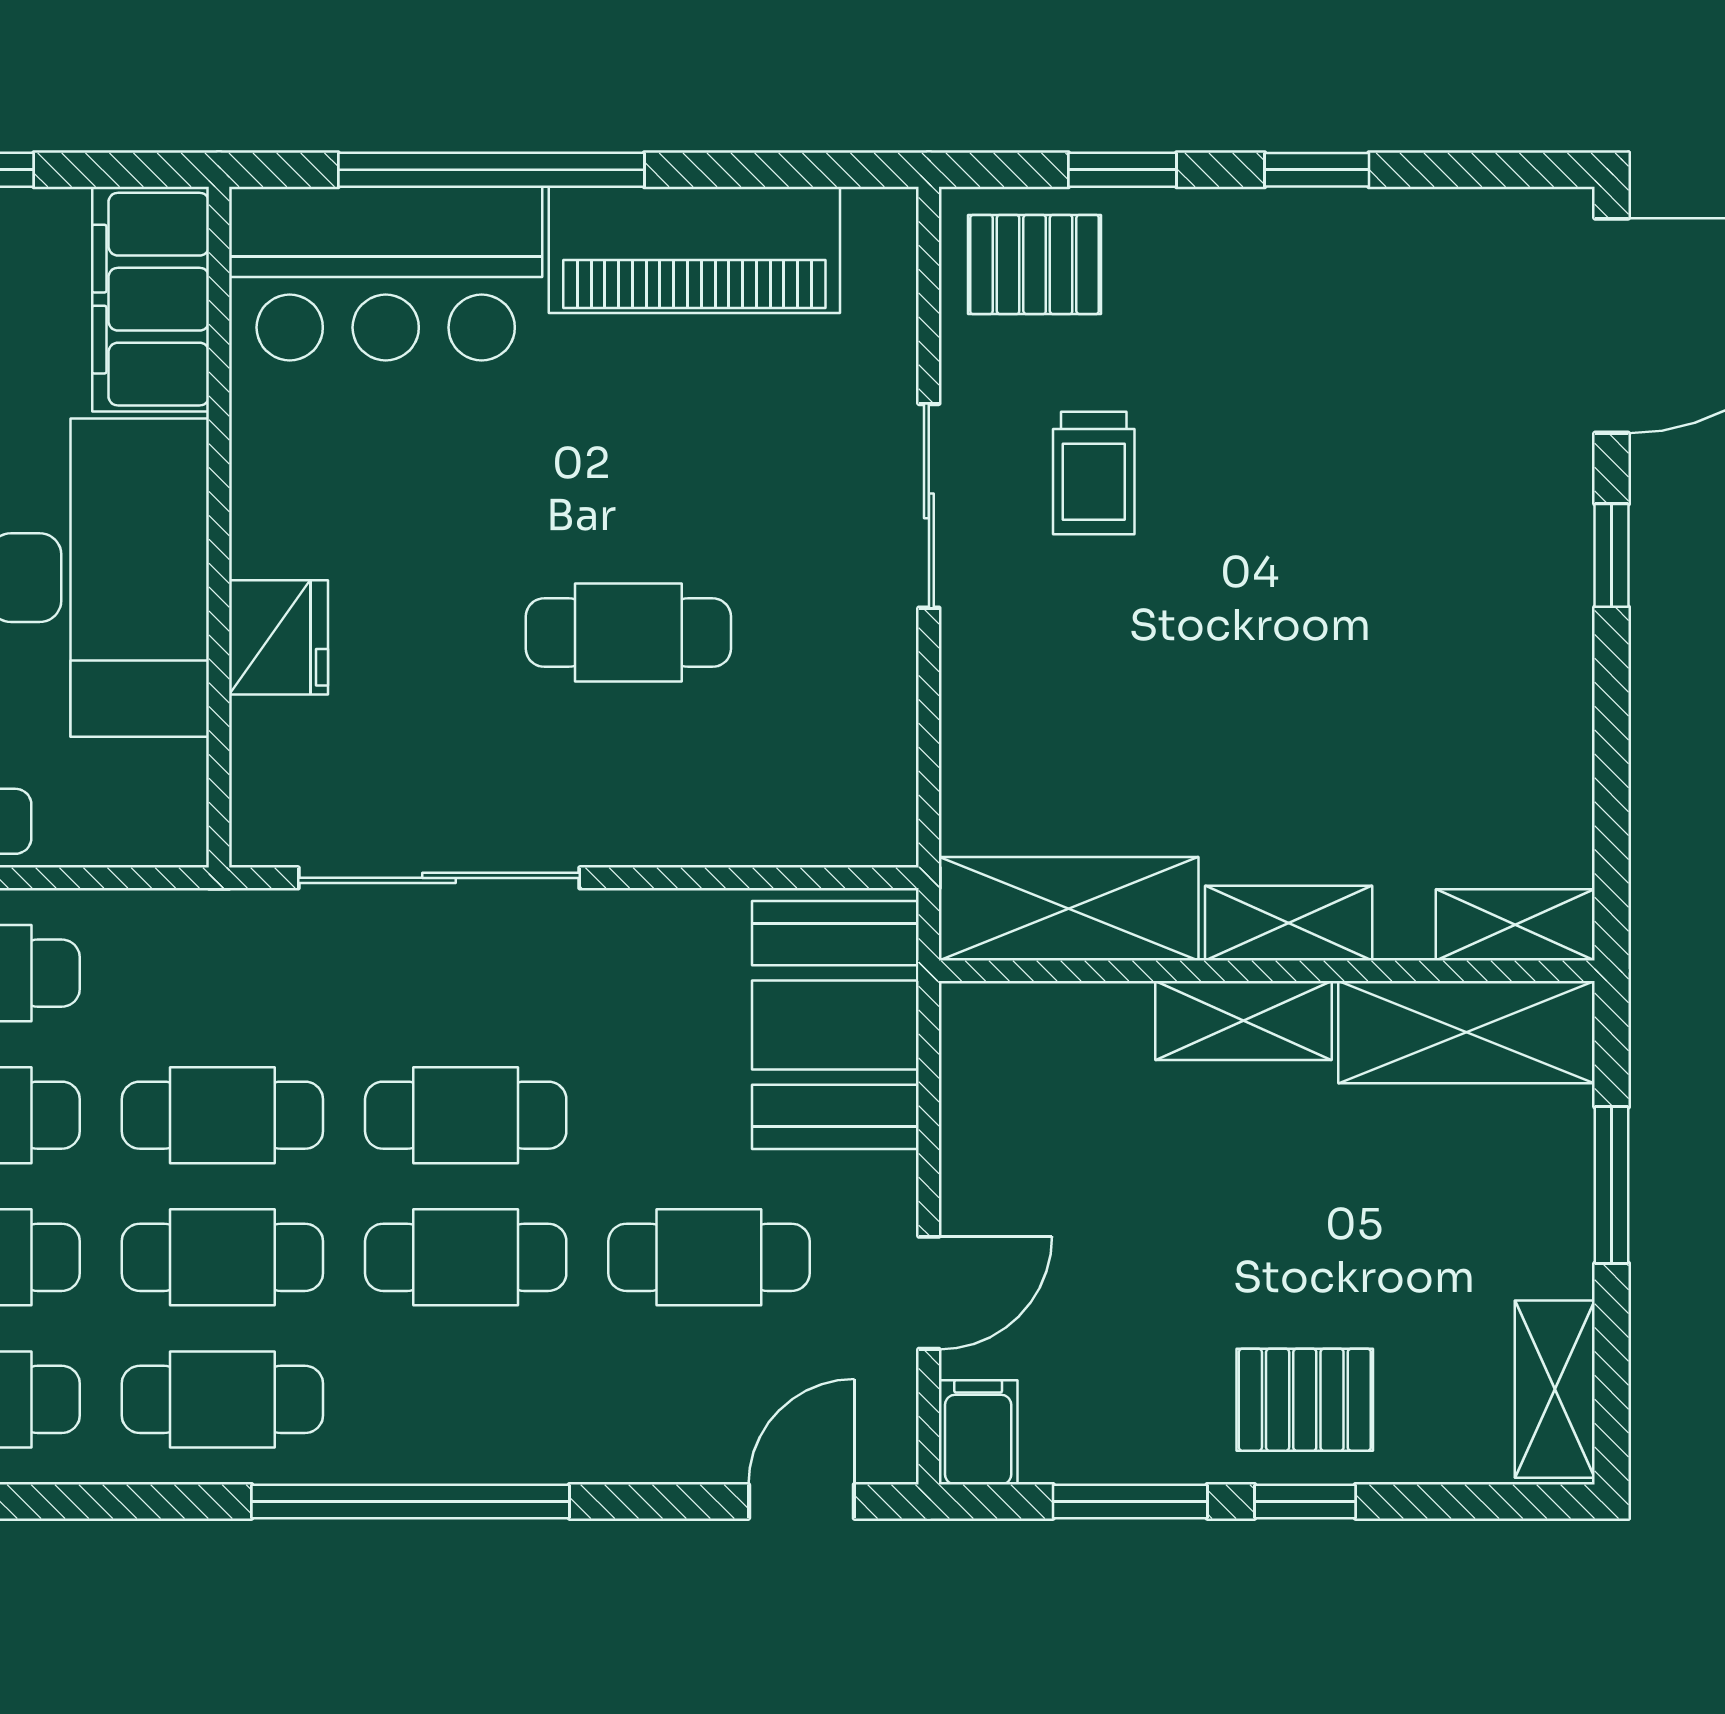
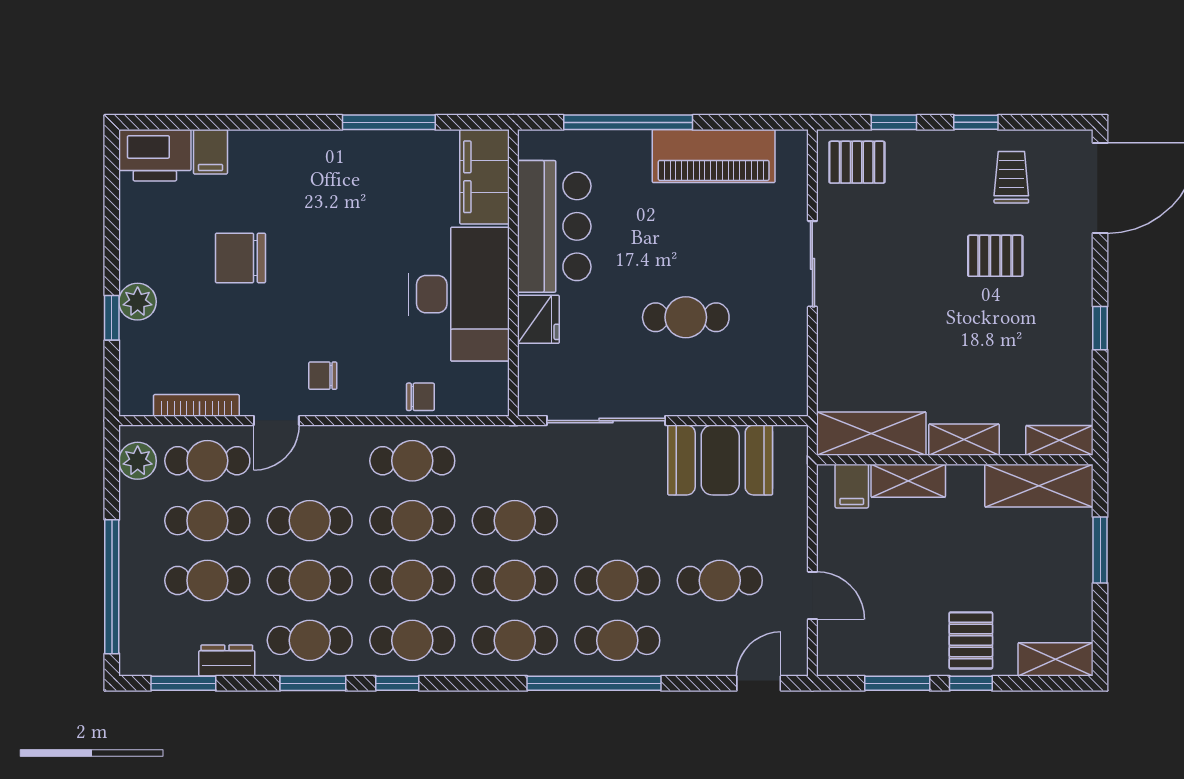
bar counter: (386, 274) -> (554, 226), moved, turned -90
trolley: (1094, 473) -> (1011, 177), moved, turned 180
pallet: (1363, 487) -> (995, 256), added
window: (1612, 555) -> (1100, 328), moved
shelving: (1244, 1021) -> (908, 481), moved
booth: (835, 1025) -> (720, 460), moved, turned 90
cafe table: (466, 1115) -> (617, 640), moved
door: (929, 1293) -> (812, 595), hinge flipped
shelving: (1555, 1389) -> (1056, 659), moved, turned 90
pallet: (1305, 1400) -> (971, 640), turned 90
filing cabinet: (978, 1432) -> (852, 486), moved, turned 180

